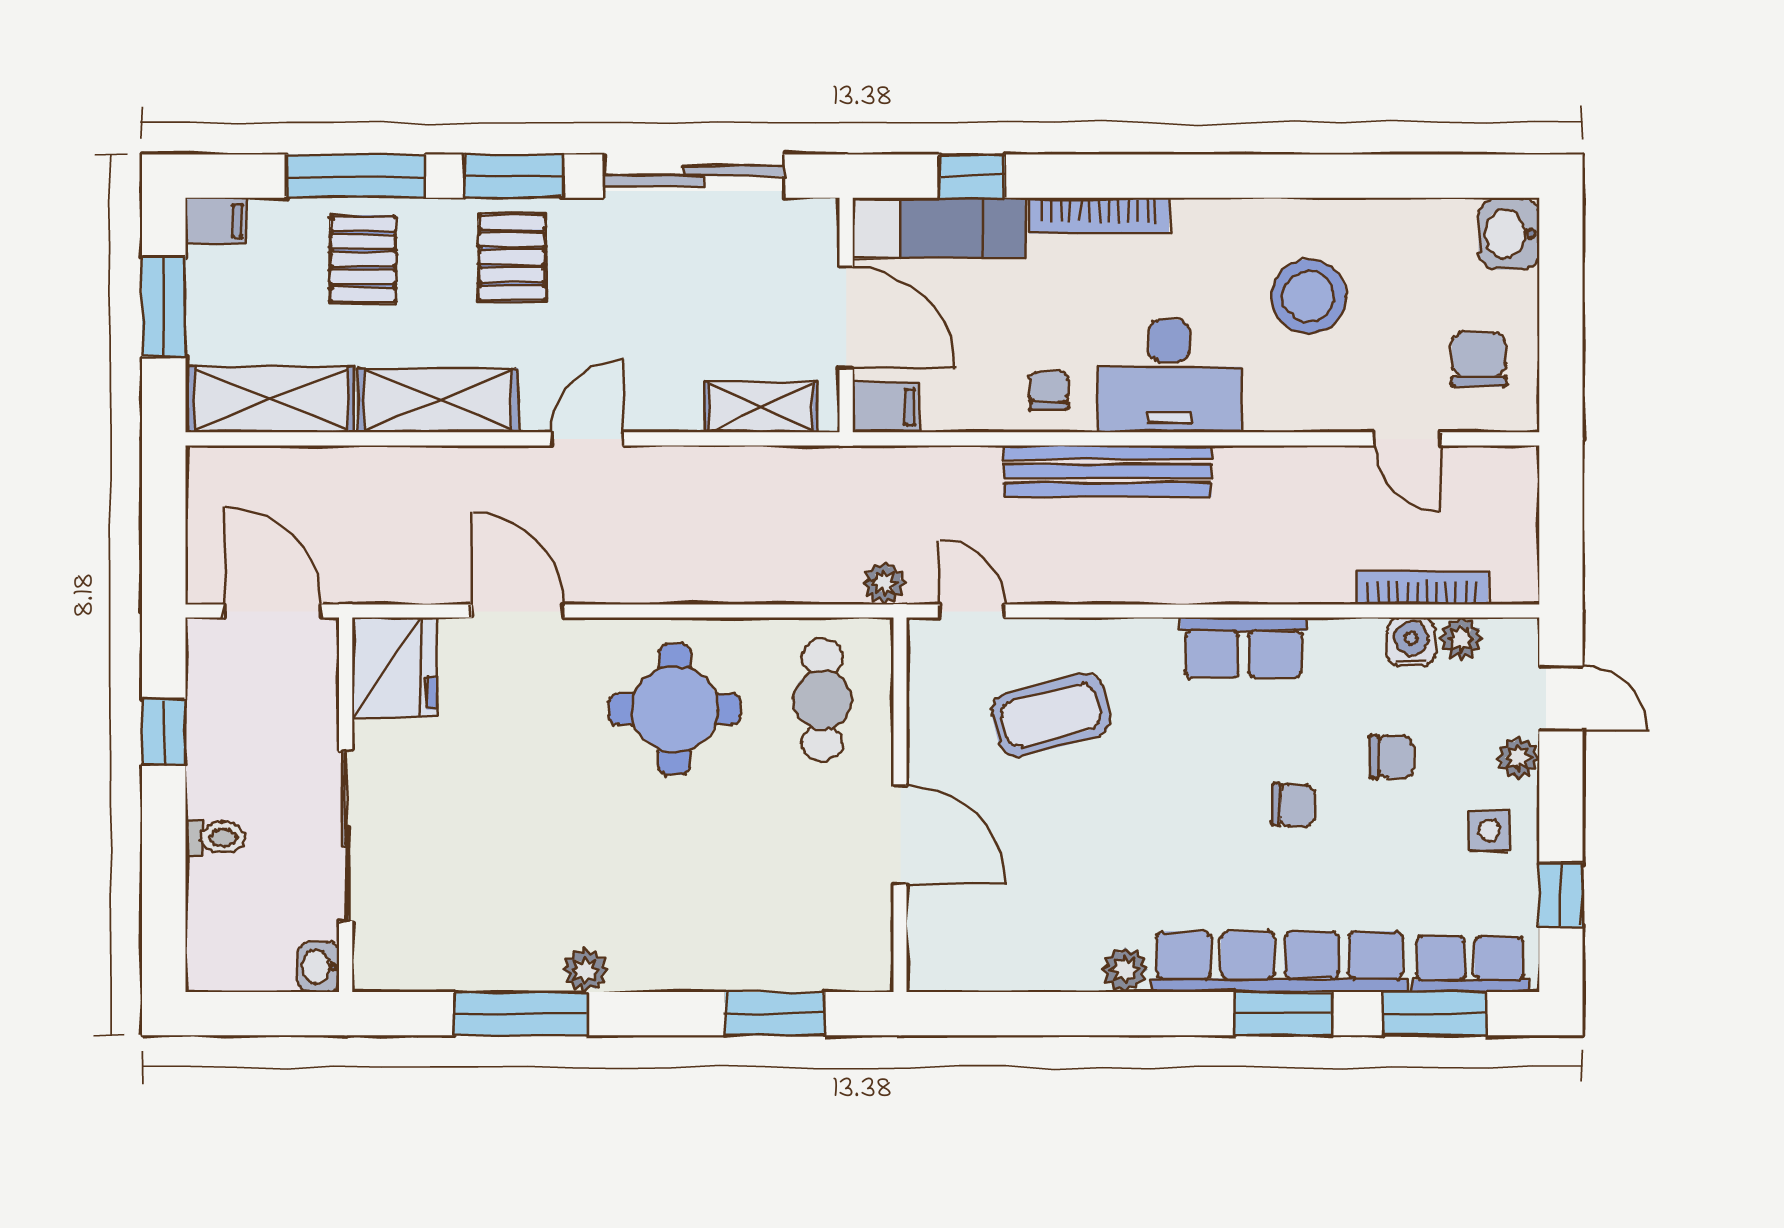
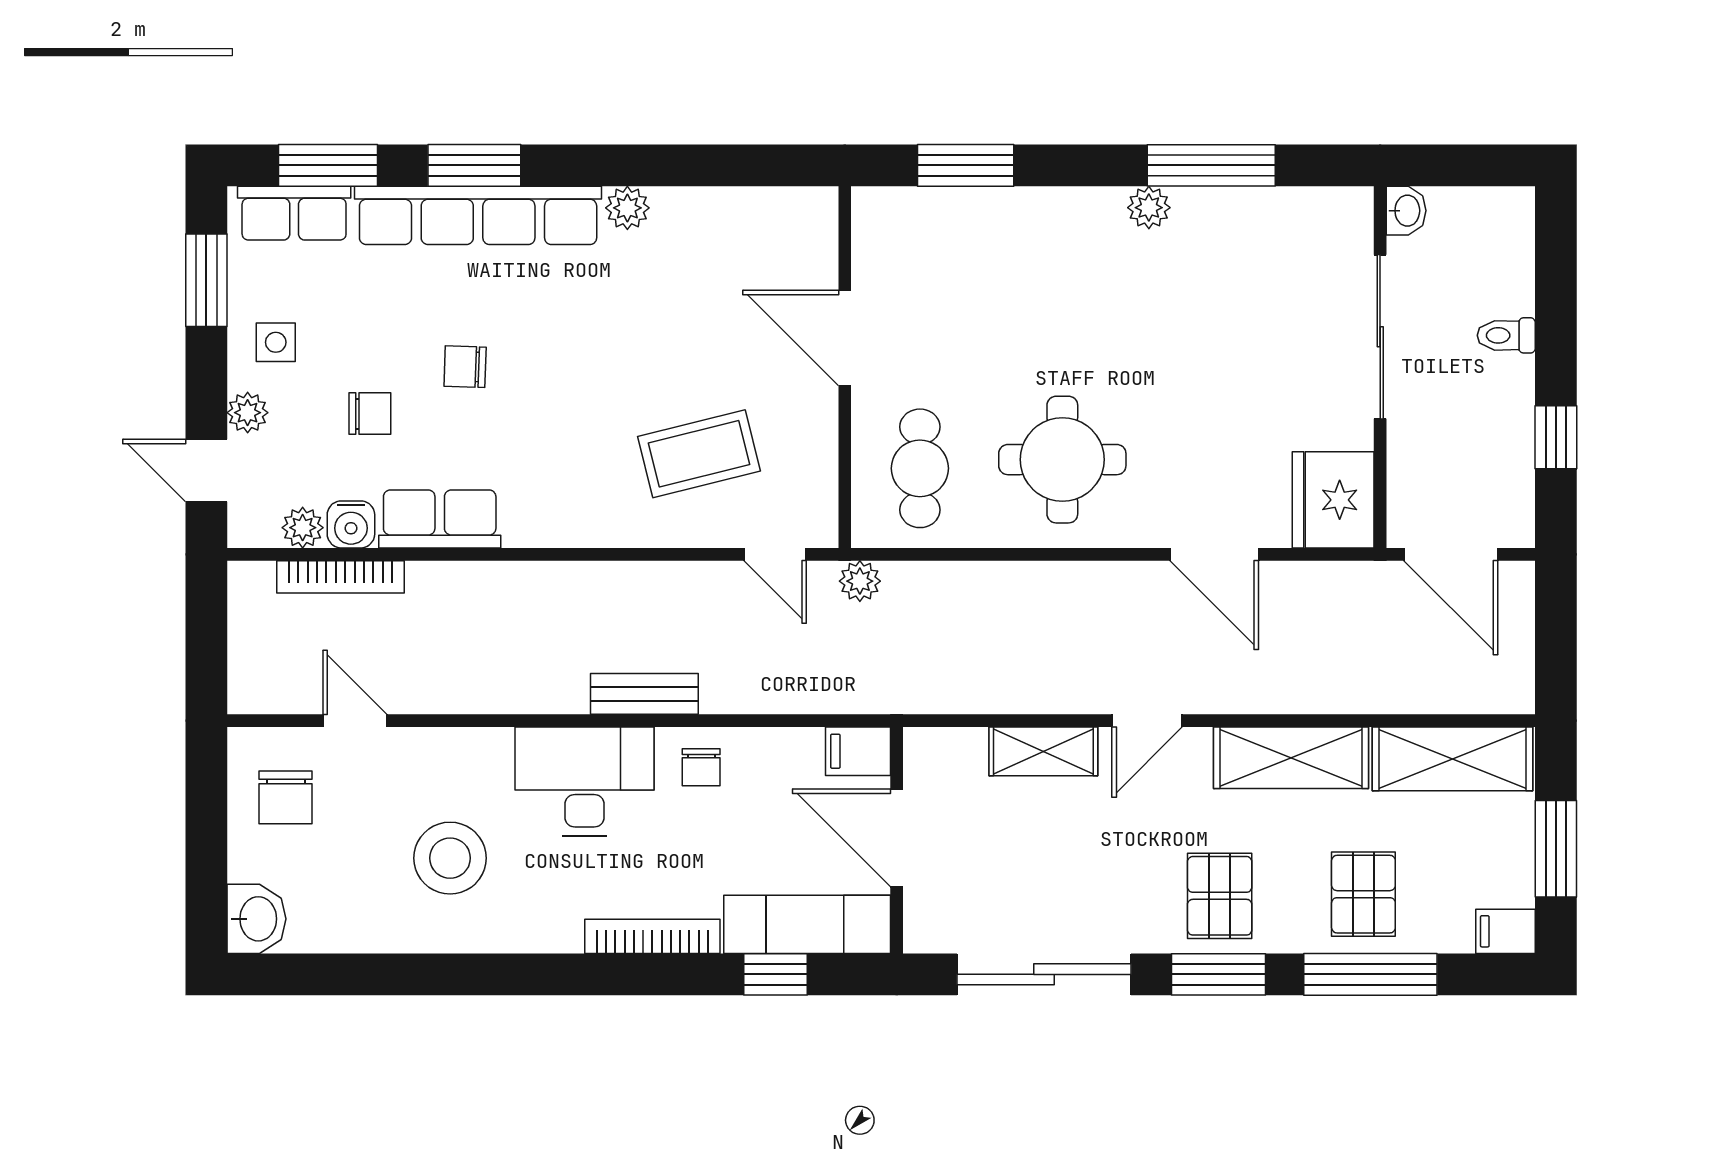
shelving: (761, 407) -> (1043, 751), moved
bench: (1107, 471) -> (644, 694), width x0.54, depth x0.82
row of seats: (1243, 648) -> (440, 519), moved
chair: (1392, 757) -> (370, 414), turned 180
window: (1561, 895) -> (206, 280), width x1.50

